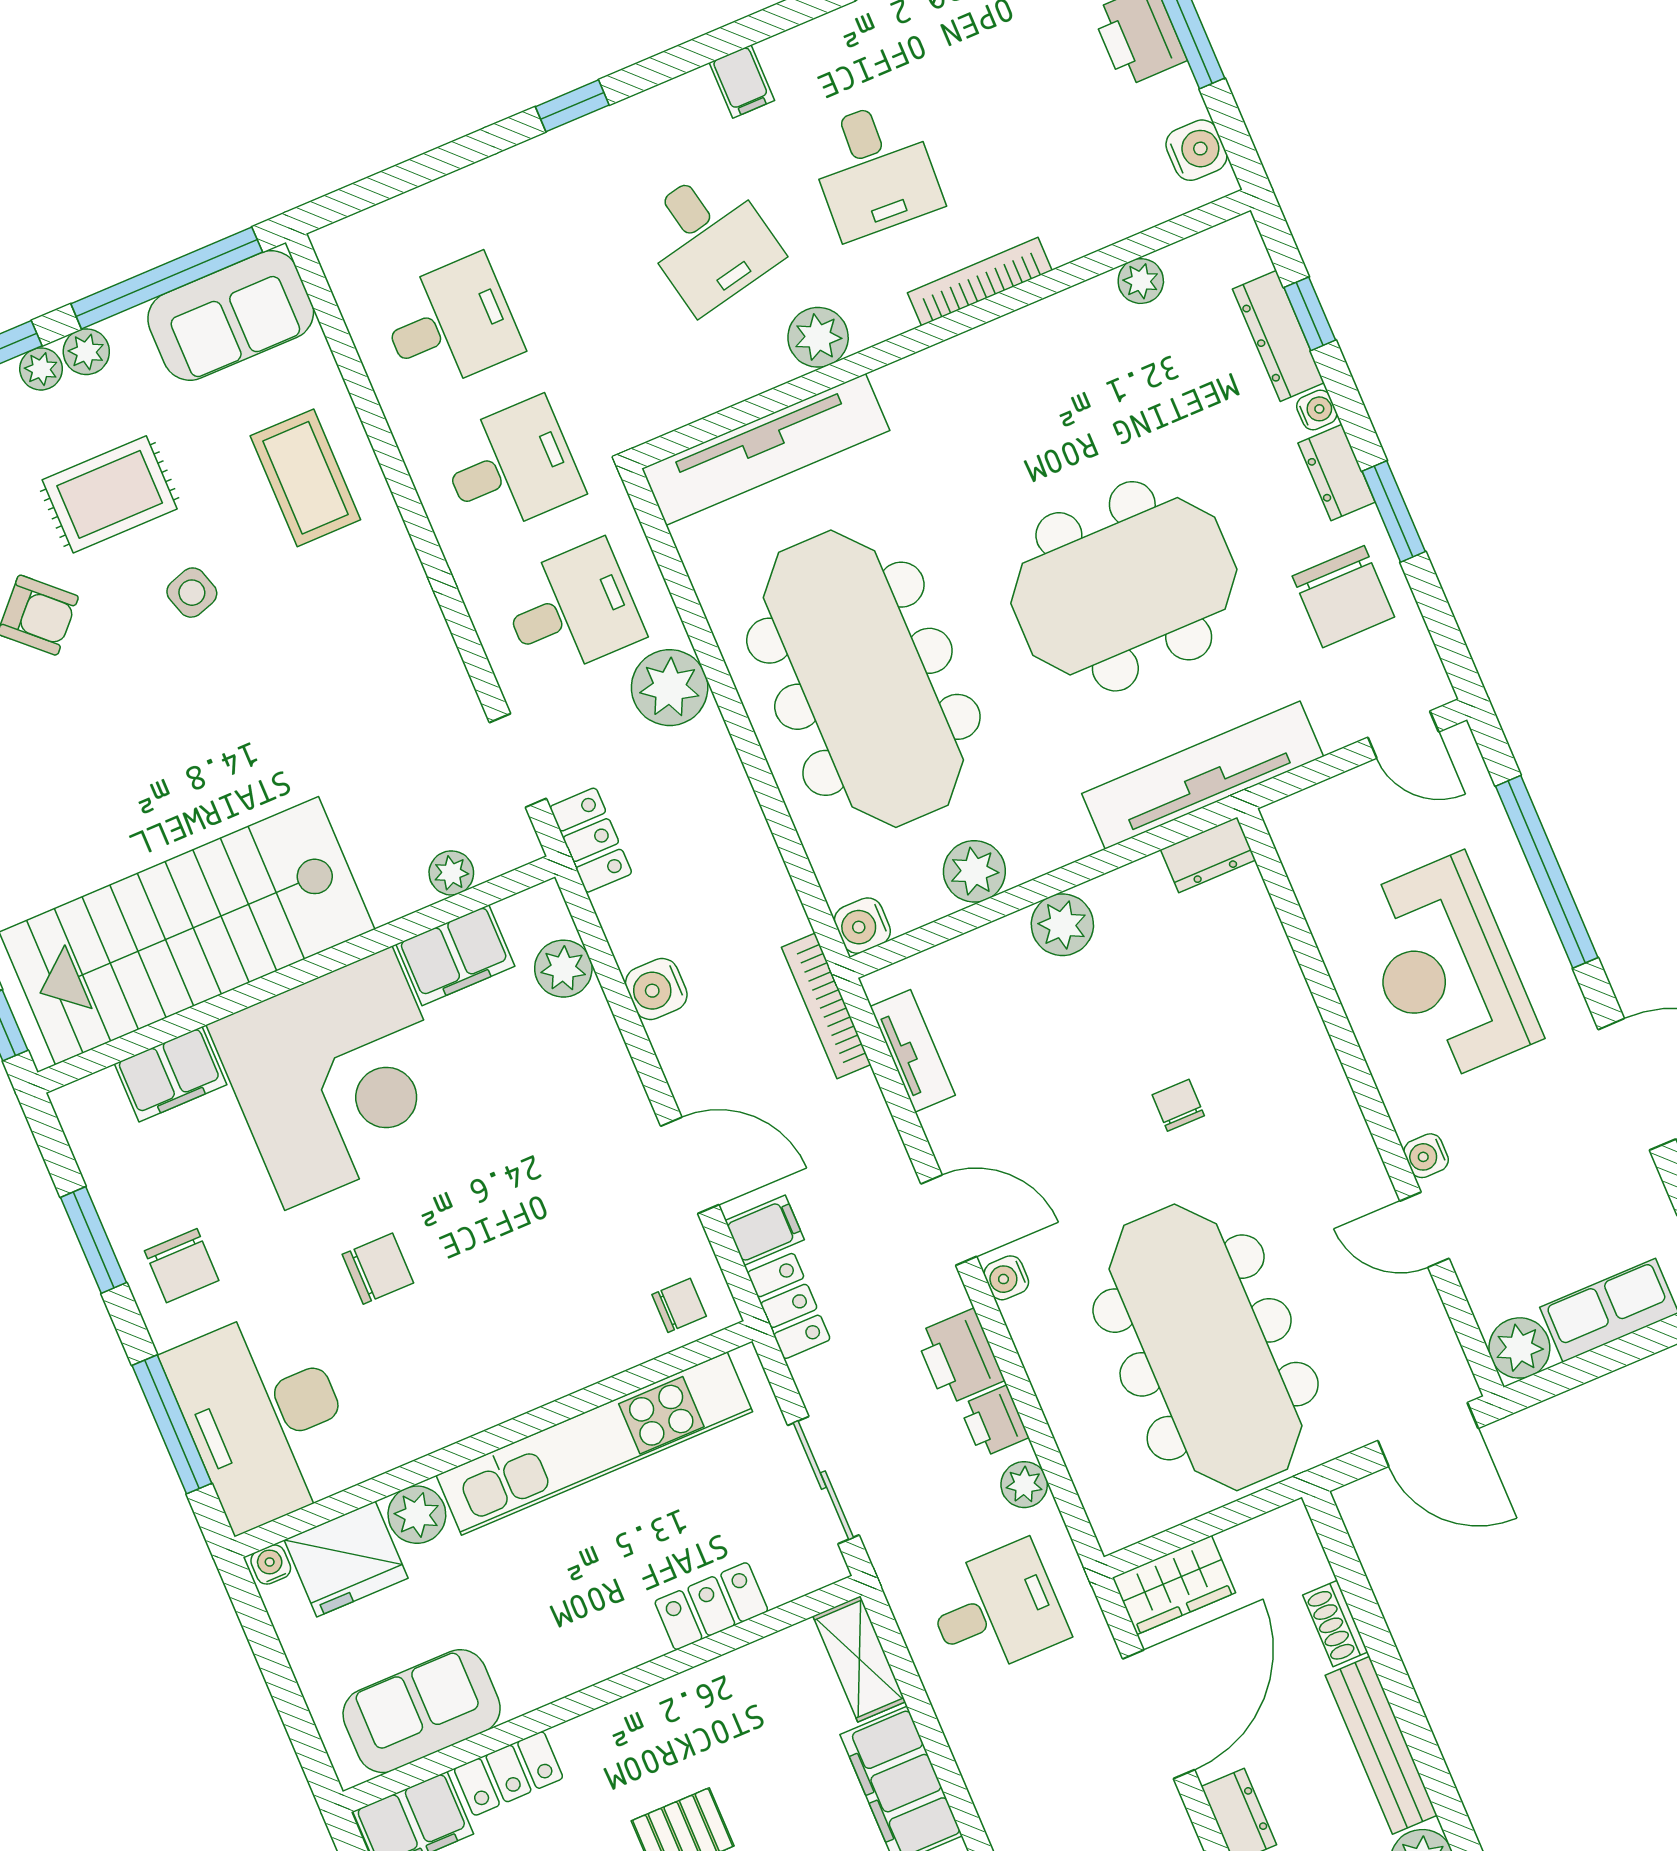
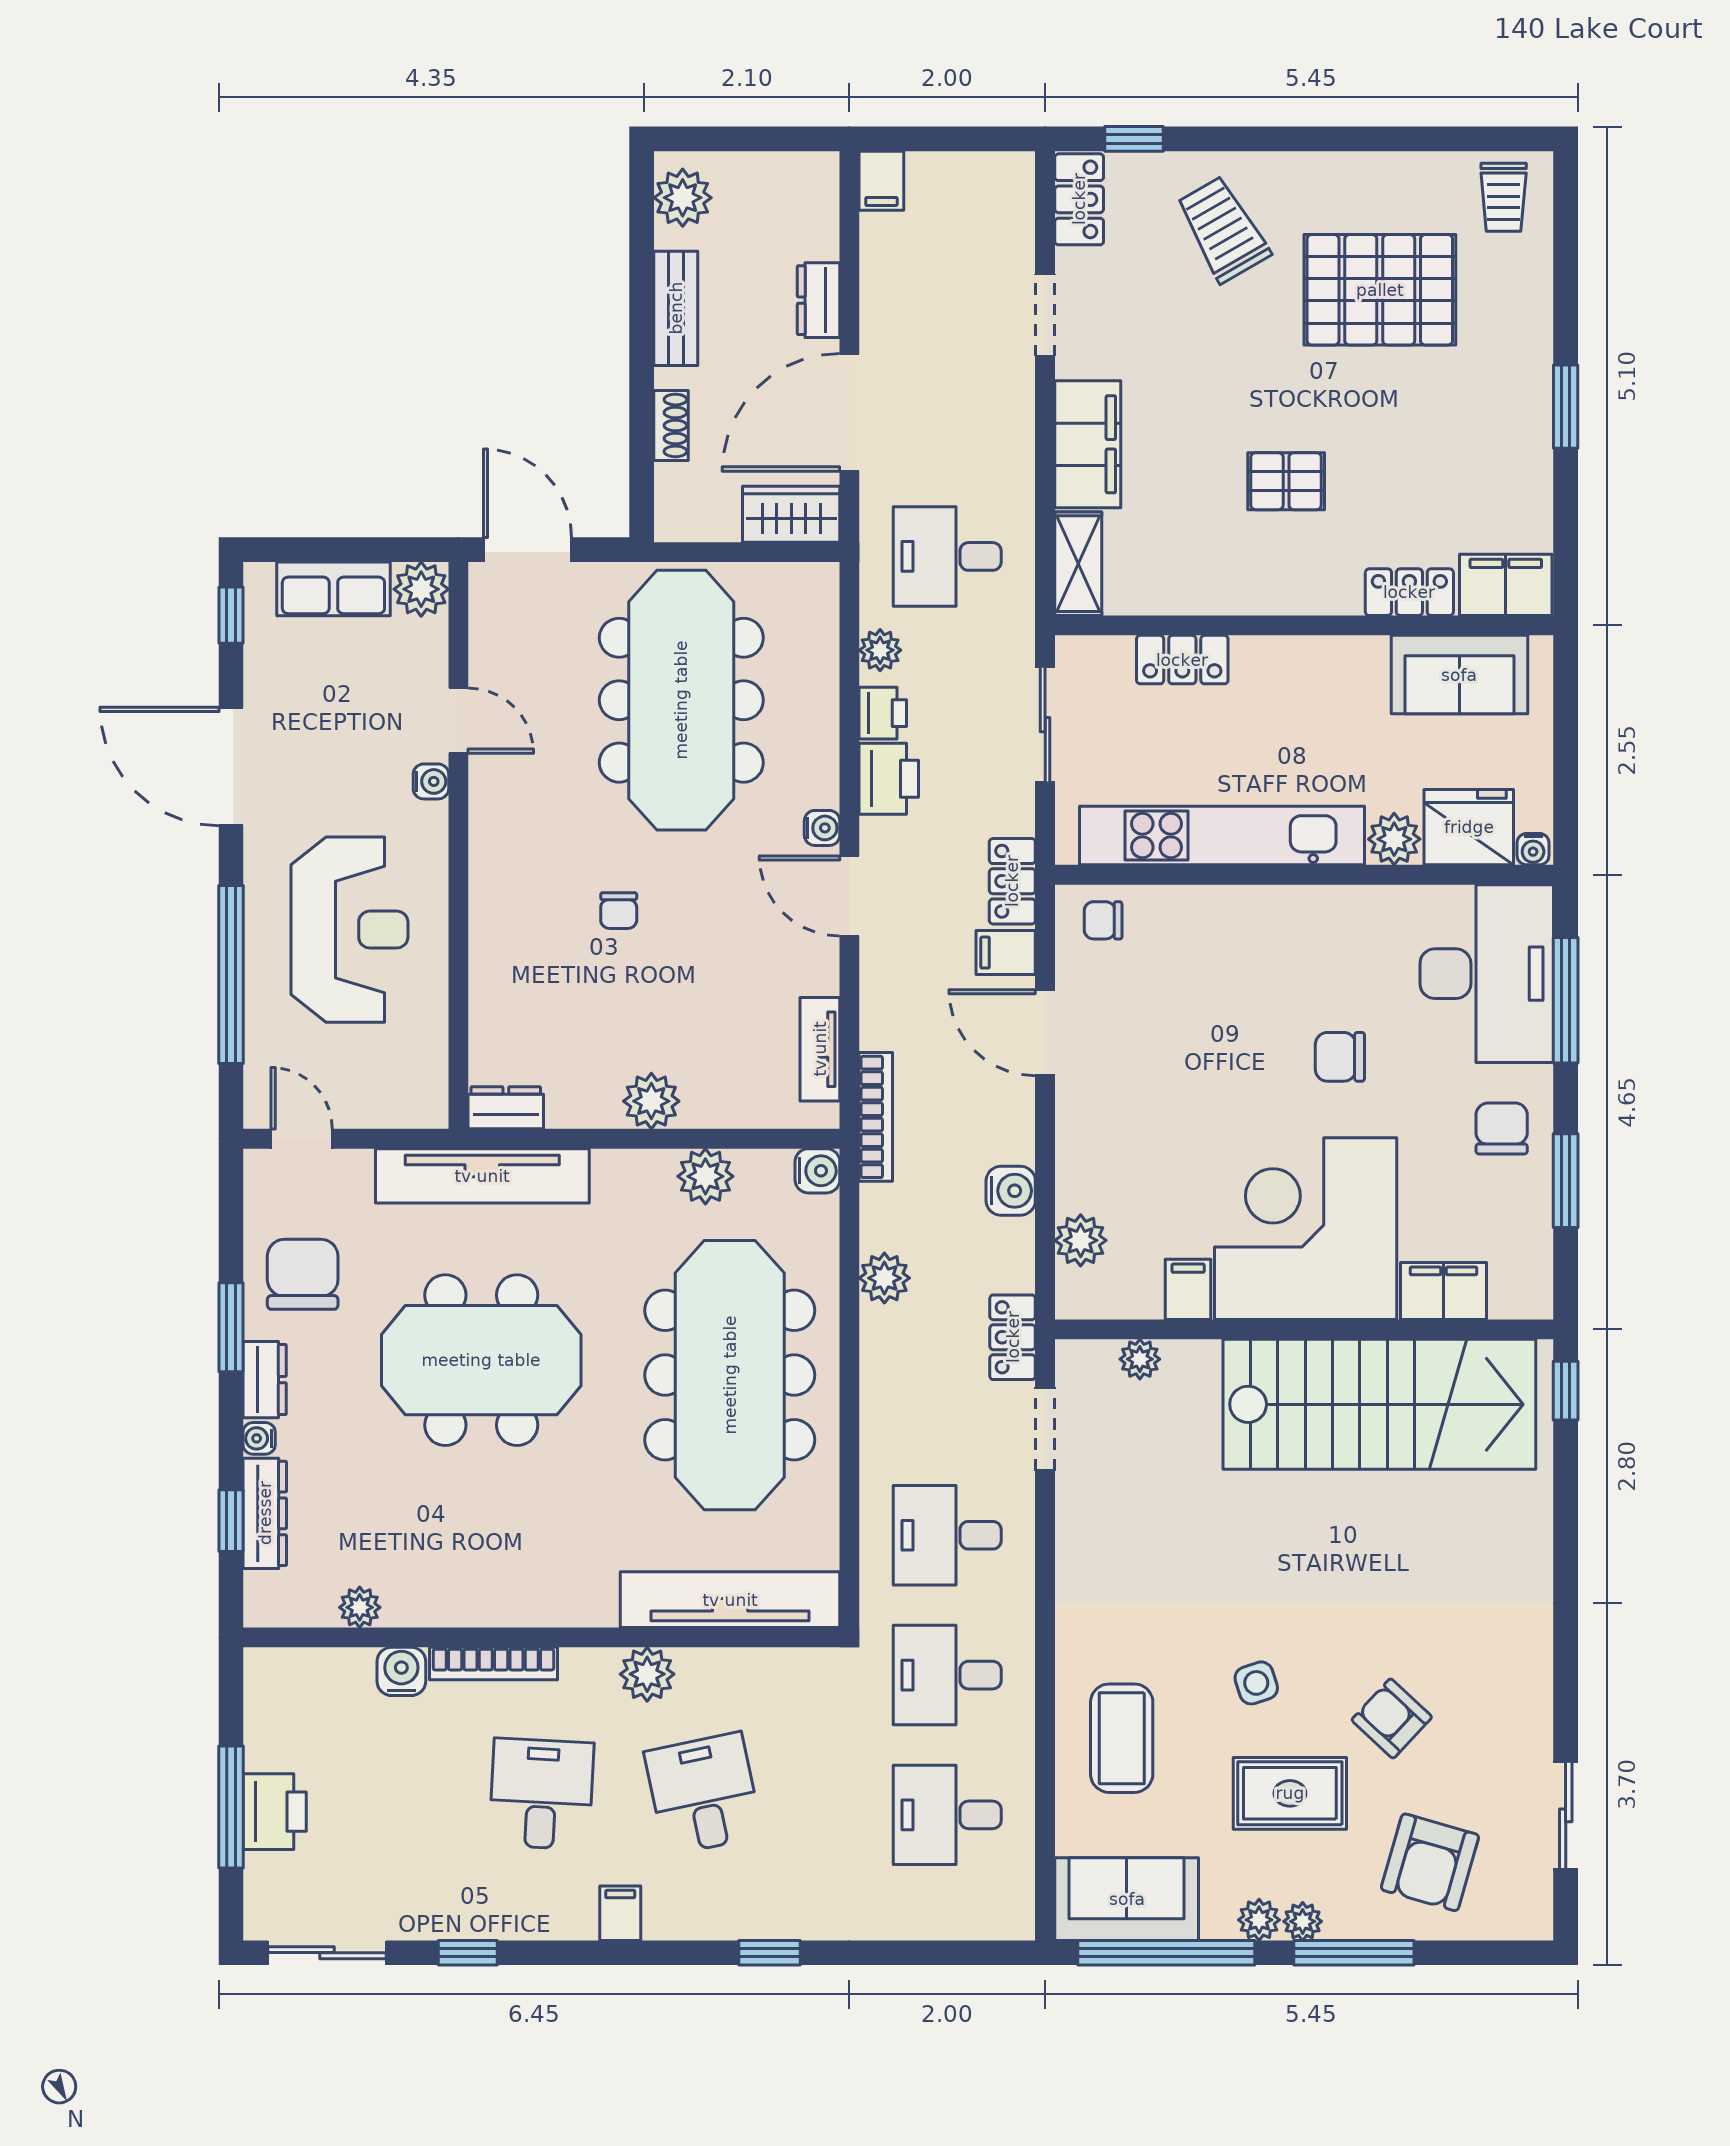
water cooler: (1196, 150) -> (401, 1671), moved, turned 90
plant: (670, 688) -> (884, 1278), moved, width x0.73, depth x0.73
filing cabinet: (455, 955) -> (1188, 1289), width x0.50
bench: (1381, 1745) -> (676, 308), width x0.73

